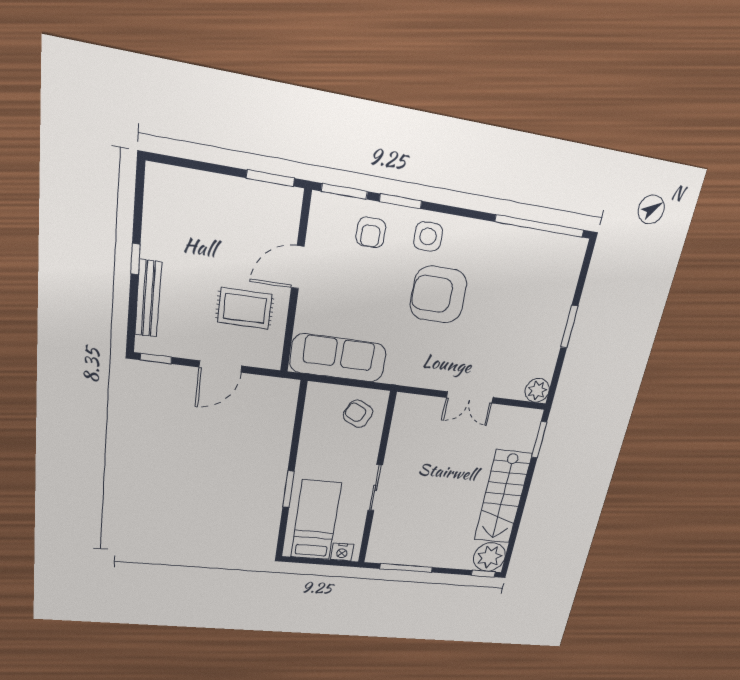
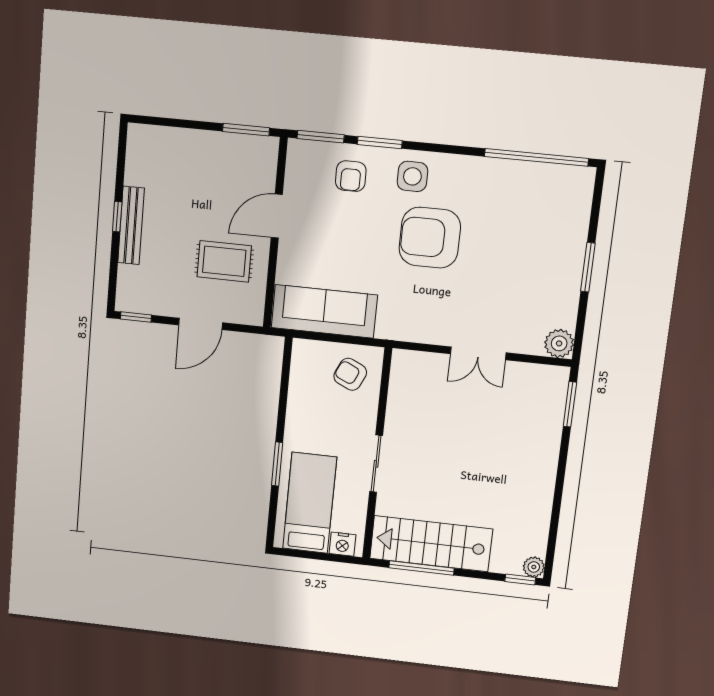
bench: (148, 299) -> (131, 225), moved
stairs: (503, 497) -> (431, 544), moved, turned 90
plant: (489, 557) -> (534, 567), width x0.53, depth x0.53

